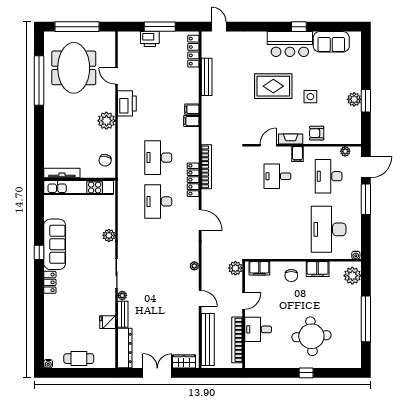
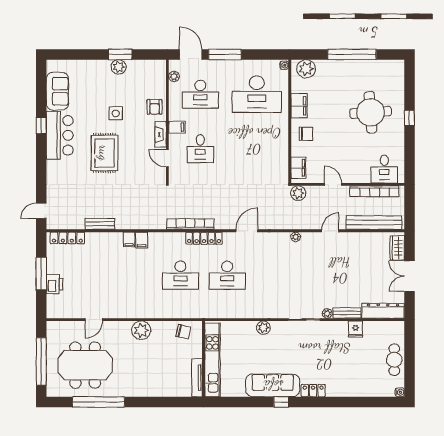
bench: (207, 77) -> (100, 224), width x0.73
printer: (127, 103) -> (123, 309), removed
desk: (258, 329) -> (384, 169), moved

